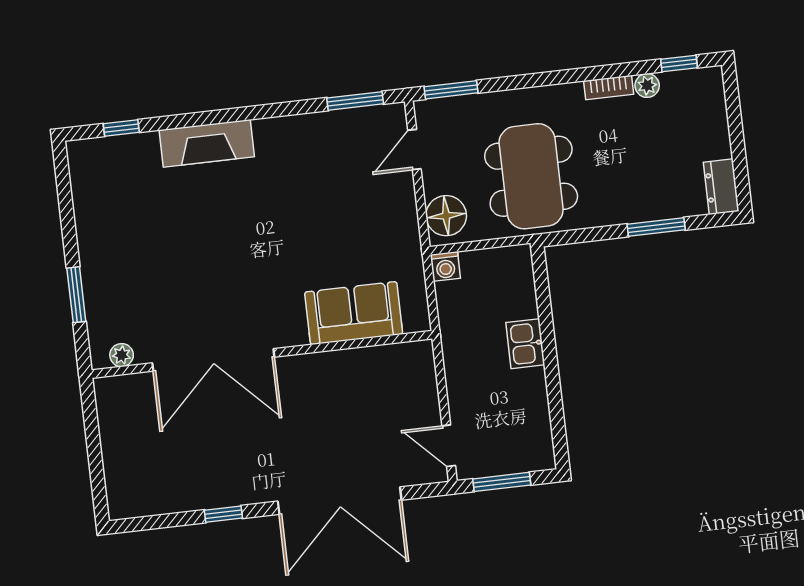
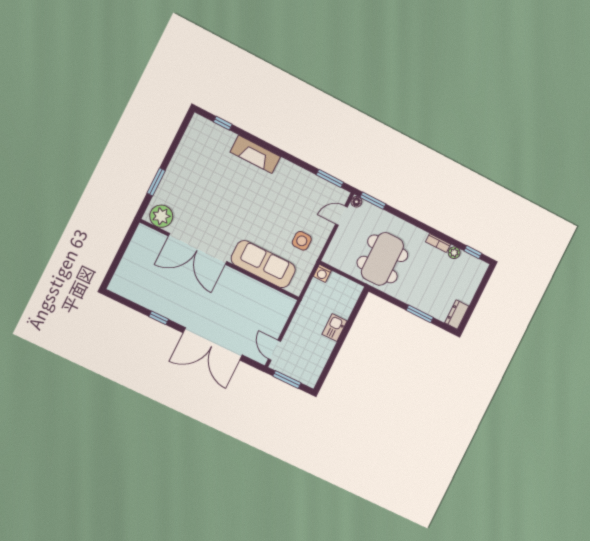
floor lamp: (446, 216) -> (356, 202), moved, width x0.53, depth x0.53
side table: (376, 235) -> (302, 241), added
sofa: (354, 313) -> (263, 264), width x1.36
plant: (122, 355) -> (161, 216), width x1.88, depth x1.88

